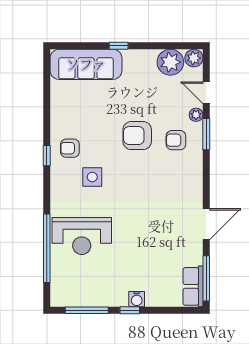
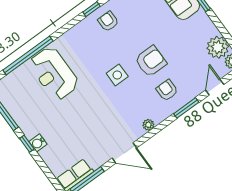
plant: (196, 115) -> (148, 125), moved
armchair: (137, 136) -> (151, 61), turned 90
side table: (92, 177) -> (117, 75), moved

